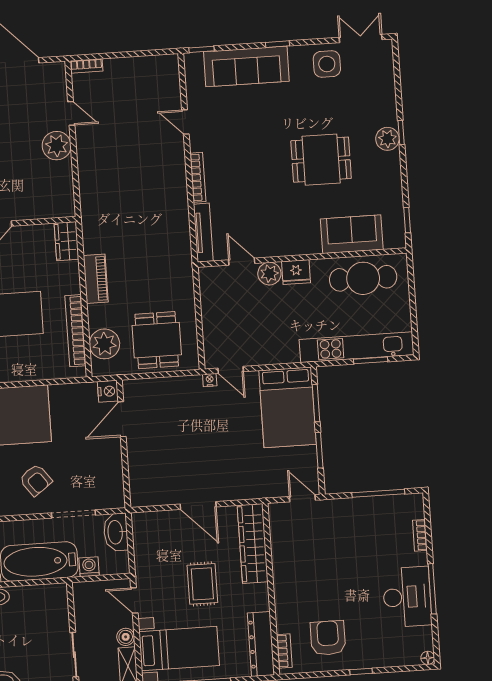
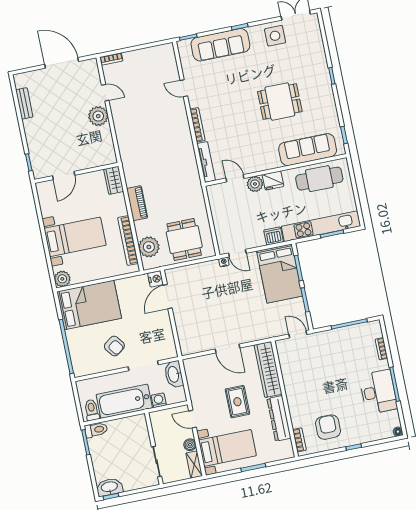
plant: (387, 139) -> (323, 81), removed
sofa: (352, 234) -> (308, 150), width x1.36
dishwasher: (286, 352) -> (274, 236), added
dresser: (261, 644) -> (279, 418), moved

